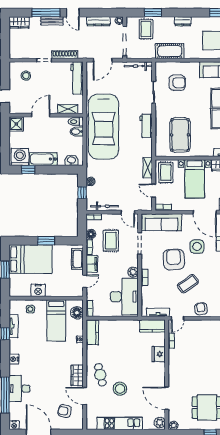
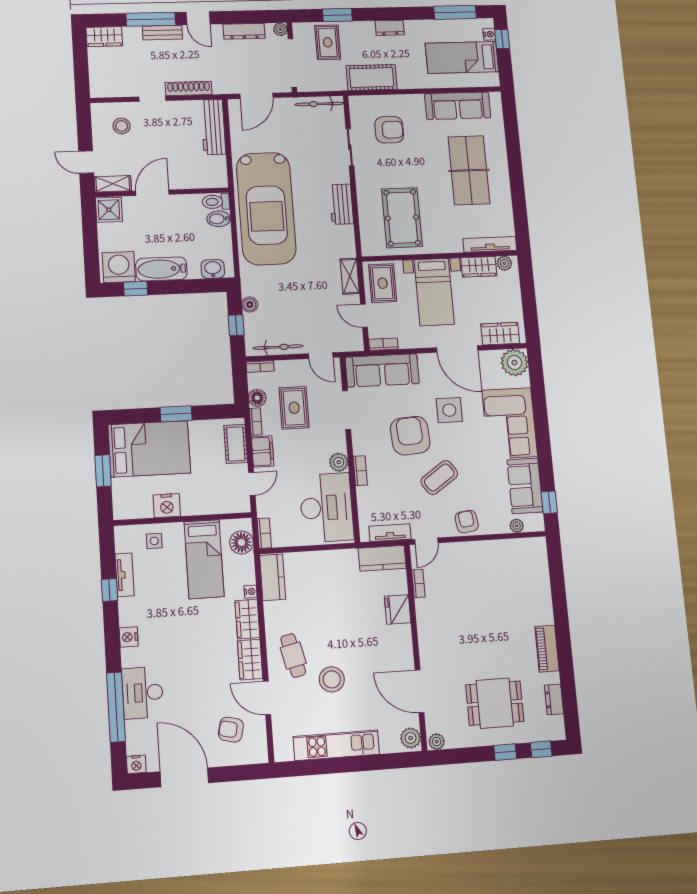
shelving: (68, 109) -> (113, 184), moved
wardrobe: (77, 354) -> (247, 619), added

